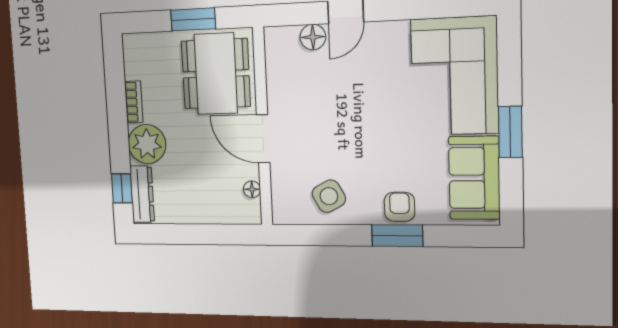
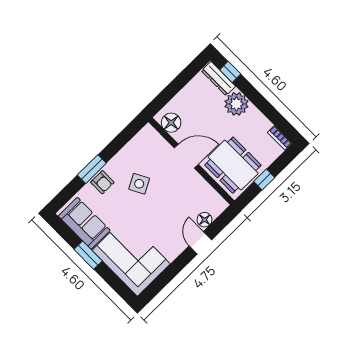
window: (193, 19) -> (264, 180), width x0.67
bookcase: (134, 102) -> (280, 138), moved
floor lamp: (252, 189) -> (171, 123), width x1.89, depth x1.89
side table: (329, 196) -> (139, 184), moved

